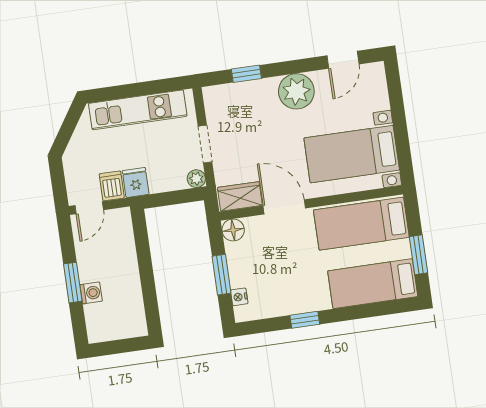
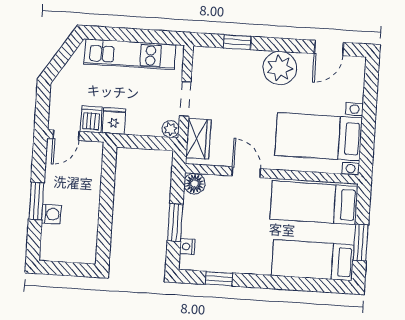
wardrobe: (240, 196) -> (198, 139), moved, turned 90
door: (284, 207) -> (246, 172), width x0.73
window: (305, 320) -> (219, 279), moved

